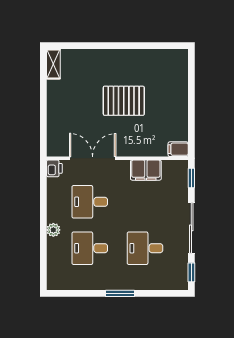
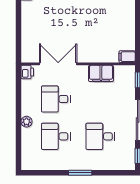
pallet: (124, 101) -> (83, 18), removed

